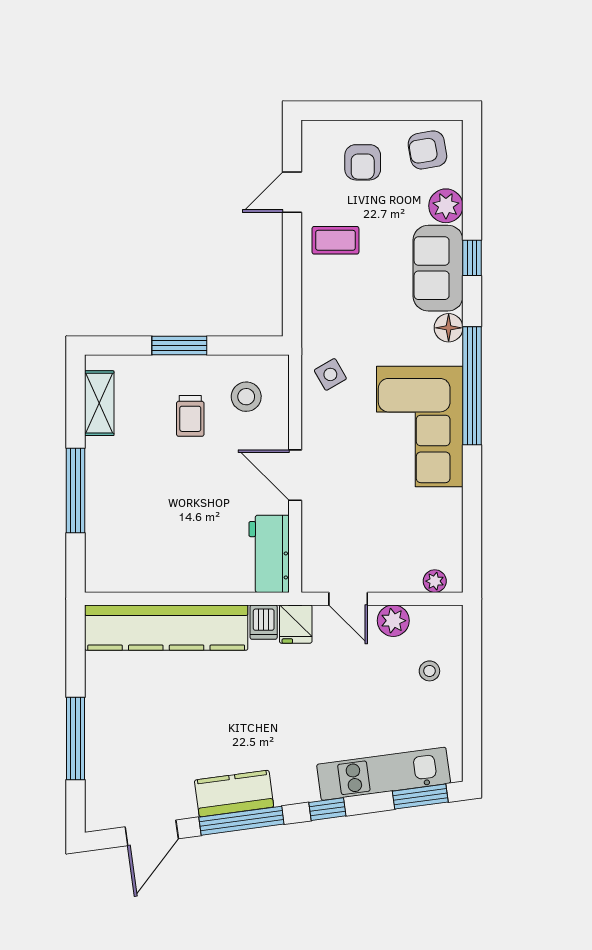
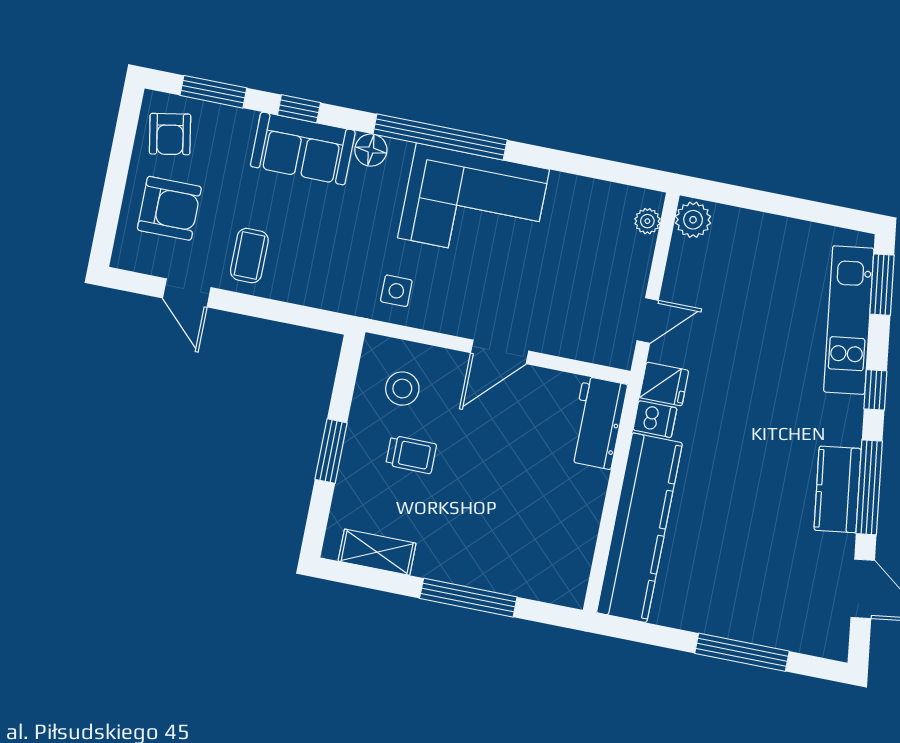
armchair: (363, 162) -> (169, 208), width x1.38, depth x1.38
window: (472, 180) -> (213, 92), added
plant: (446, 206) -> (236, 126), removed
side table: (330, 374) -> (396, 291), turned 30
workbench: (269, 554) -> (597, 423), moved, turned 90
plant: (393, 621) -> (693, 220), moved
stool: (429, 671) -> (745, 247), removed

